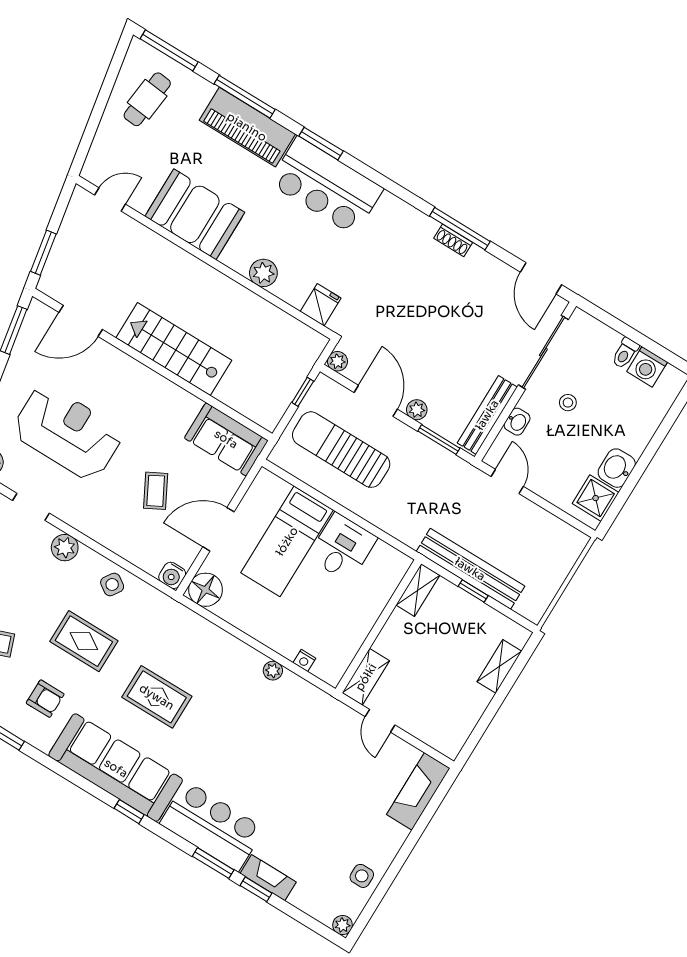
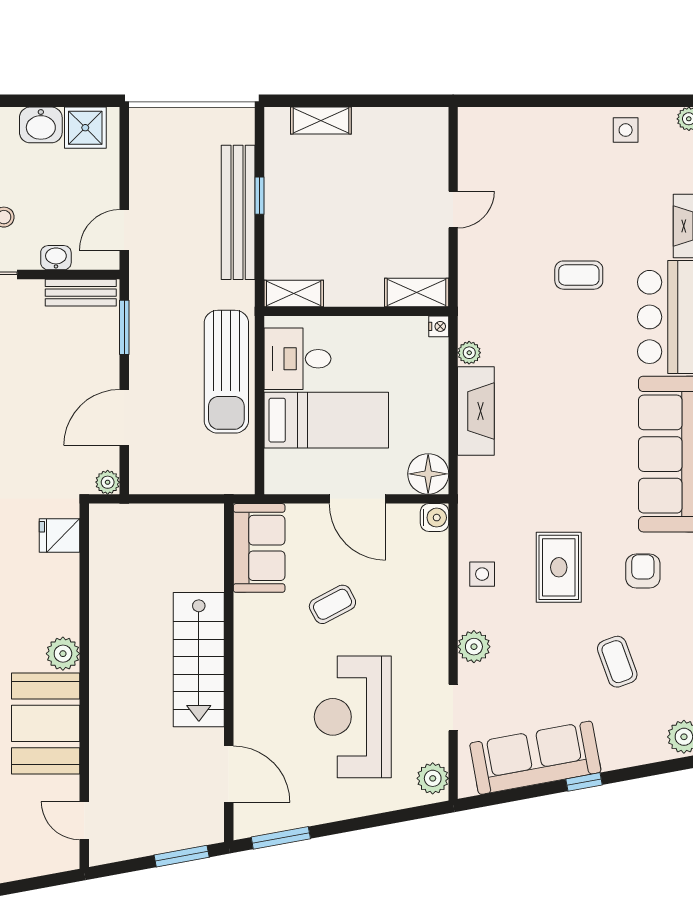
plant: (263, 273) -> (63, 654), moved
window: (303, 392) -> (161, 499), removed
plant: (417, 410) -> (107, 369), removed
bench: (487, 415) -> (81, 293), width x0.73
sun lounger: (341, 450) -> (226, 372), moved
coffee table: (156, 491) -> (332, 604), moved
side table: (112, 584) -> (482, 574), turned -34
shelving: (418, 590) -> (294, 293), moved
wall: (378, 626) -> (356, 311), moved
shelving: (366, 677) -> (417, 292), moved
rug: (157, 697) -> (570, 456), removed
coffee table: (280, 781) -> (579, 275), added
fireplace: (418, 791) -> (476, 411), moved, turned -90

